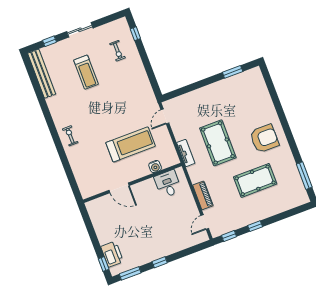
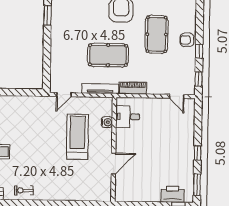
door: (165, 116) -> (64, 95), hinge flipped
exercise bike: (70, 136) -> (24, 190), moved
tv unit: (186, 153) -> (100, 89), width x1.41
piano: (203, 195) -> (133, 88), moved
armchair: (261, 211) -> (187, 40), added

